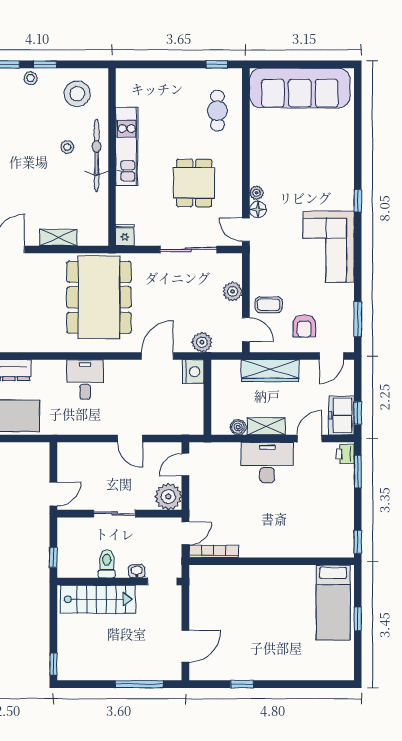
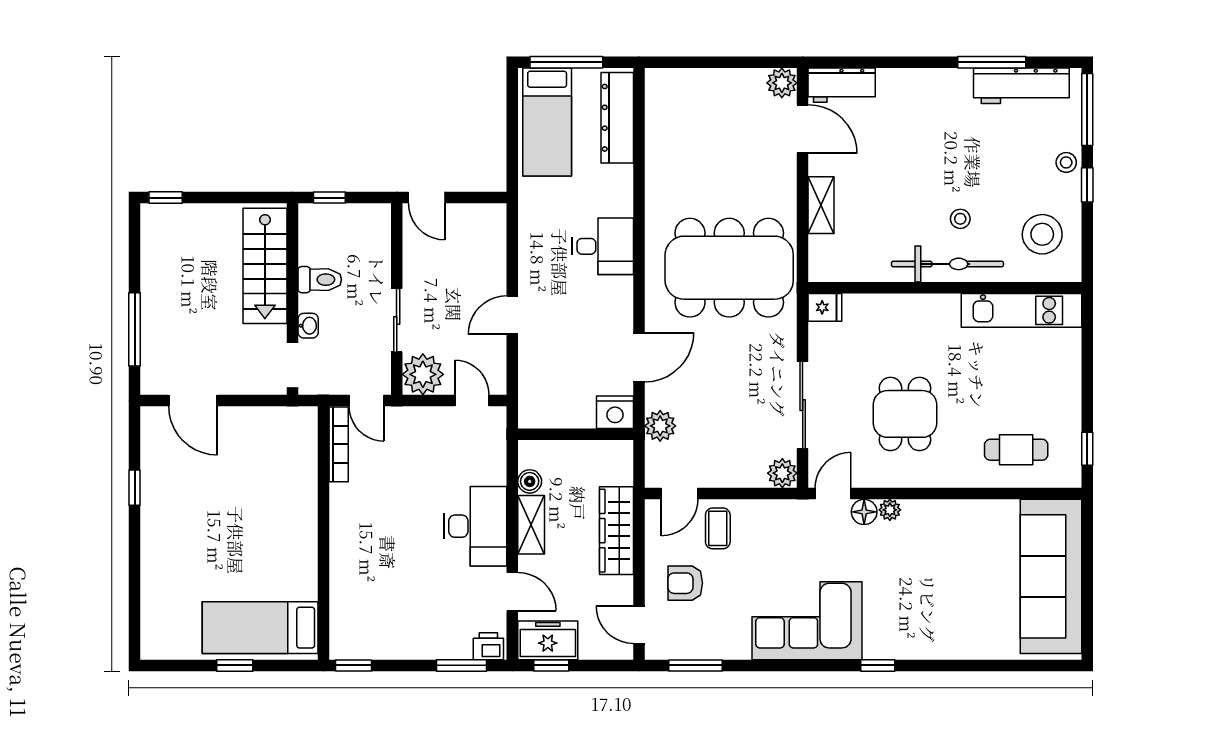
kitchen unit: (127, 147) -> (1021, 310), moved
dining table: (194, 183) -> (905, 414), turned 90
plant: (233, 291) -> (782, 473), moved
door: (157, 356) -> (639, 357), hinge flipped
sliding door: (115, 514) -> (397, 320), moved

